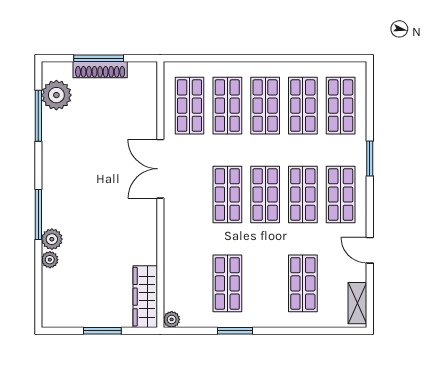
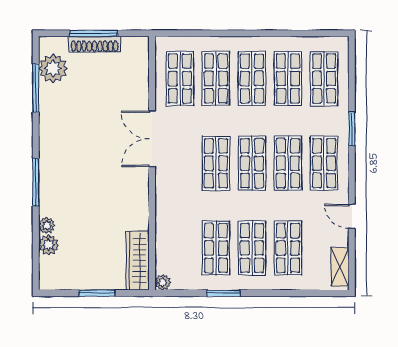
plant: (52, 239) -> (49, 245), moved
shop shelf: (265, 283) -> (252, 248), added

